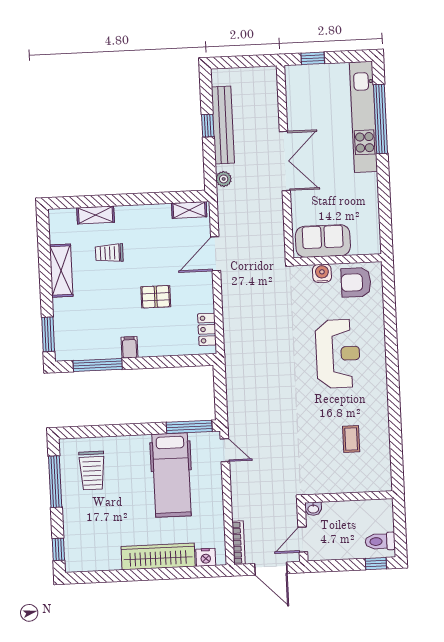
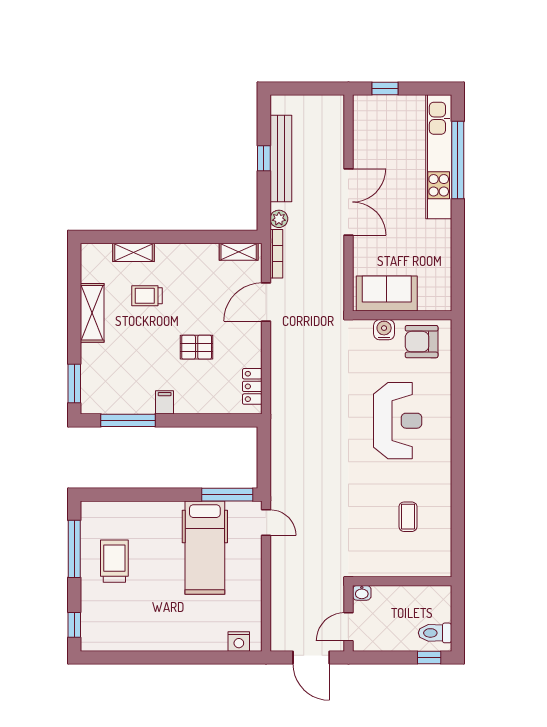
trolley: (92, 470) -> (114, 561), moved, turned 180
bookcase: (239, 543) -> (276, 254), moved
wardrobe: (158, 556) -> (186, 638), removed

